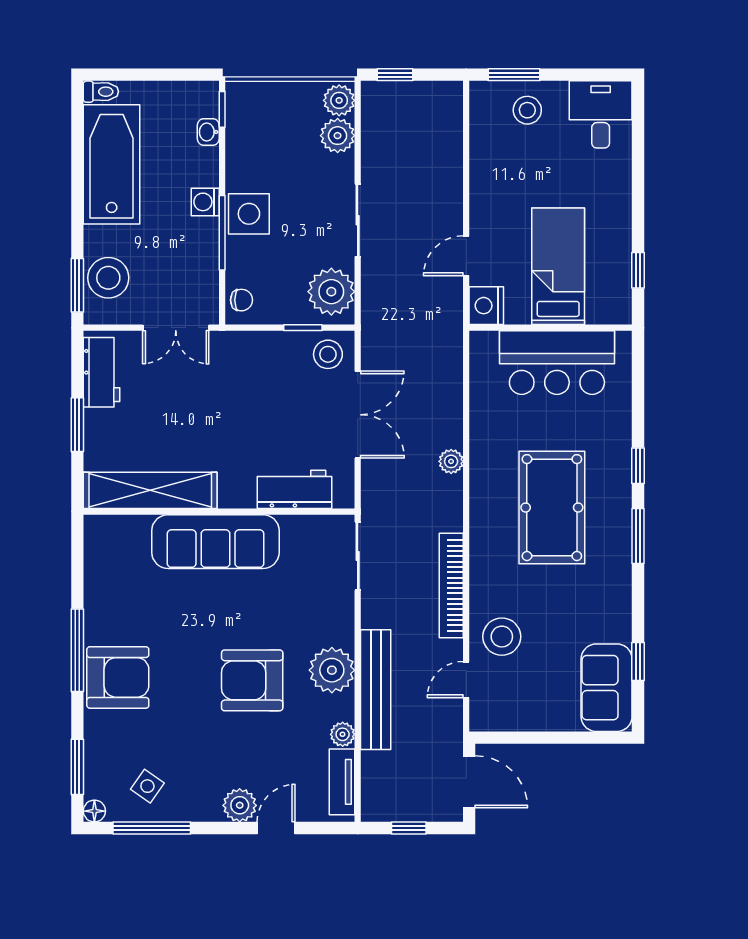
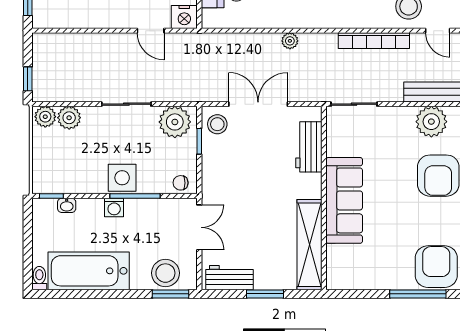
chair: (242, 300) -> (181, 183), turned -90

